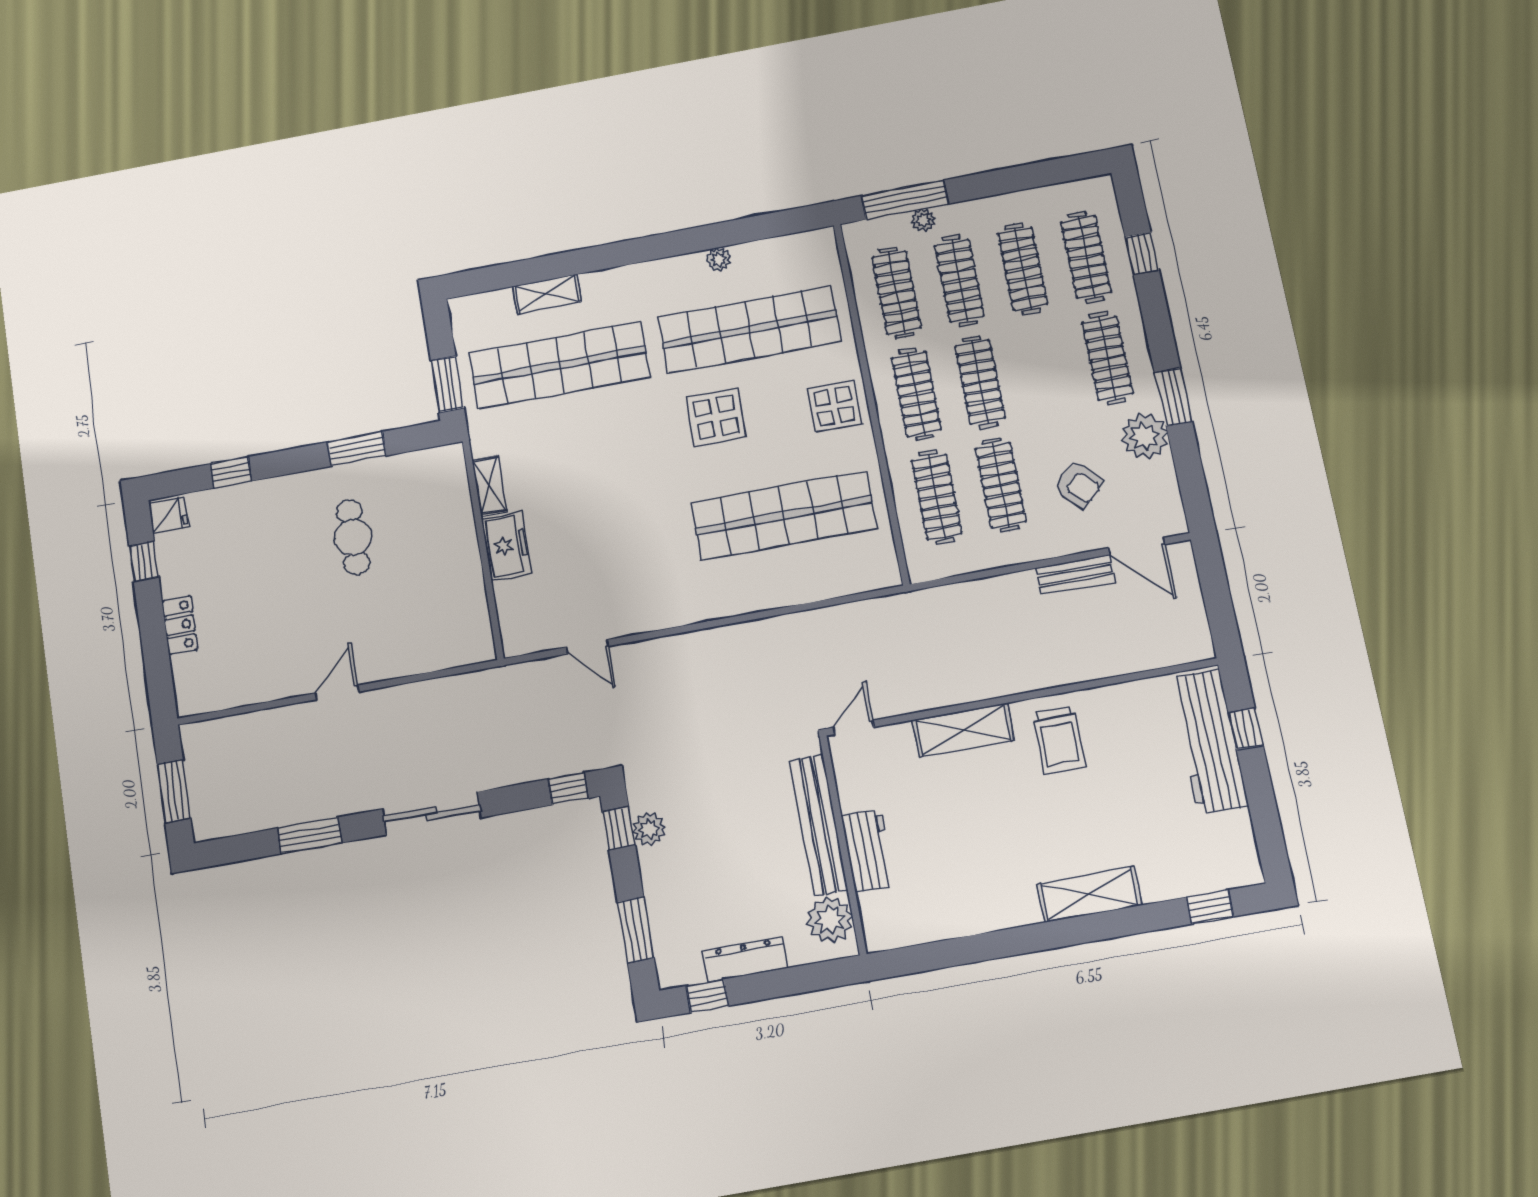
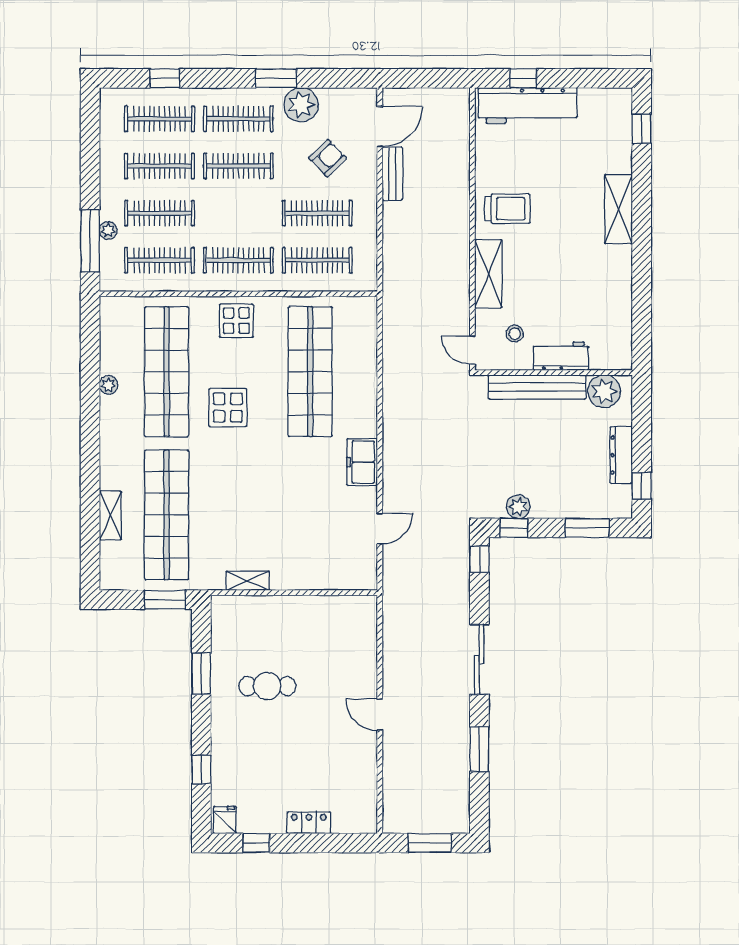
clothes rail: (980, 382) -> (238, 166), moved
freezer: (507, 546) -> (362, 462), moved, turned -90
stool: (887, 781) -> (515, 334), added

